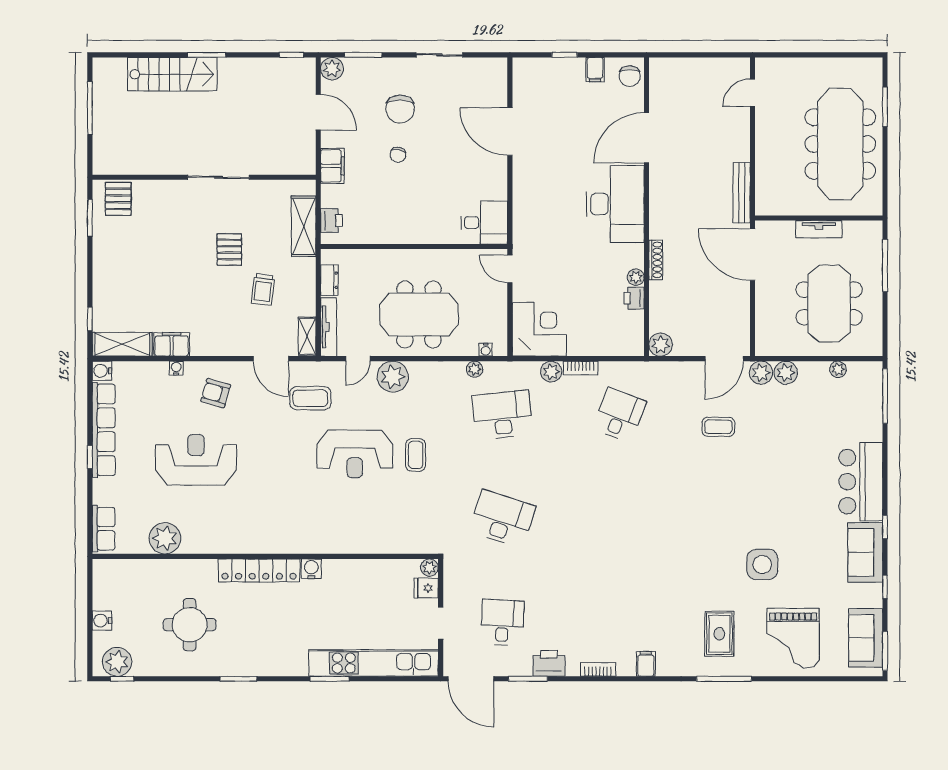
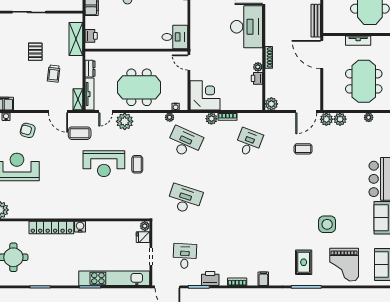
desk: (502, 415) -> (185, 142), turned 30

